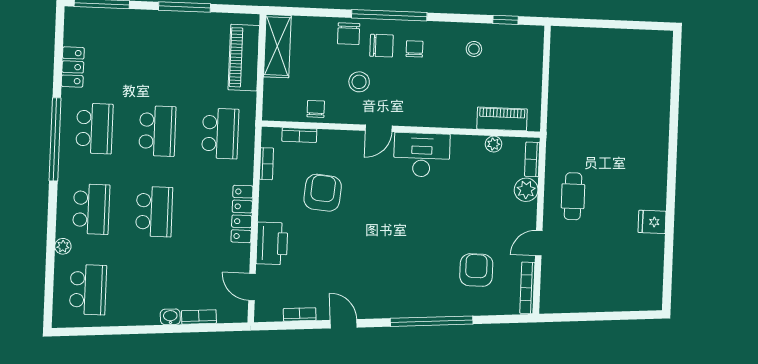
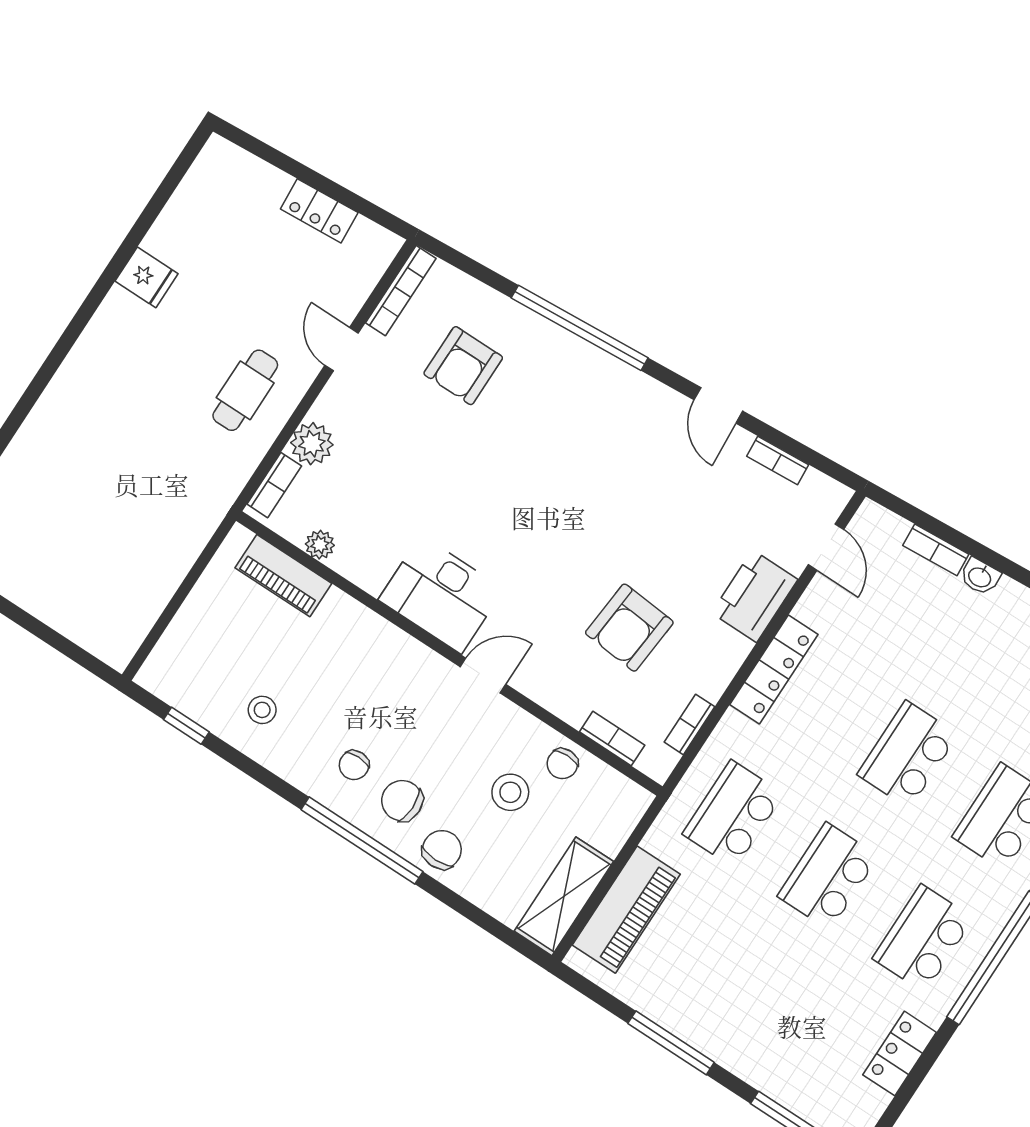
stool: (359, 82) -> (510, 792), moved
door: (539, 243) -> (342, 349), swing flipped
locker: (589, 303) -> (319, 211), added

